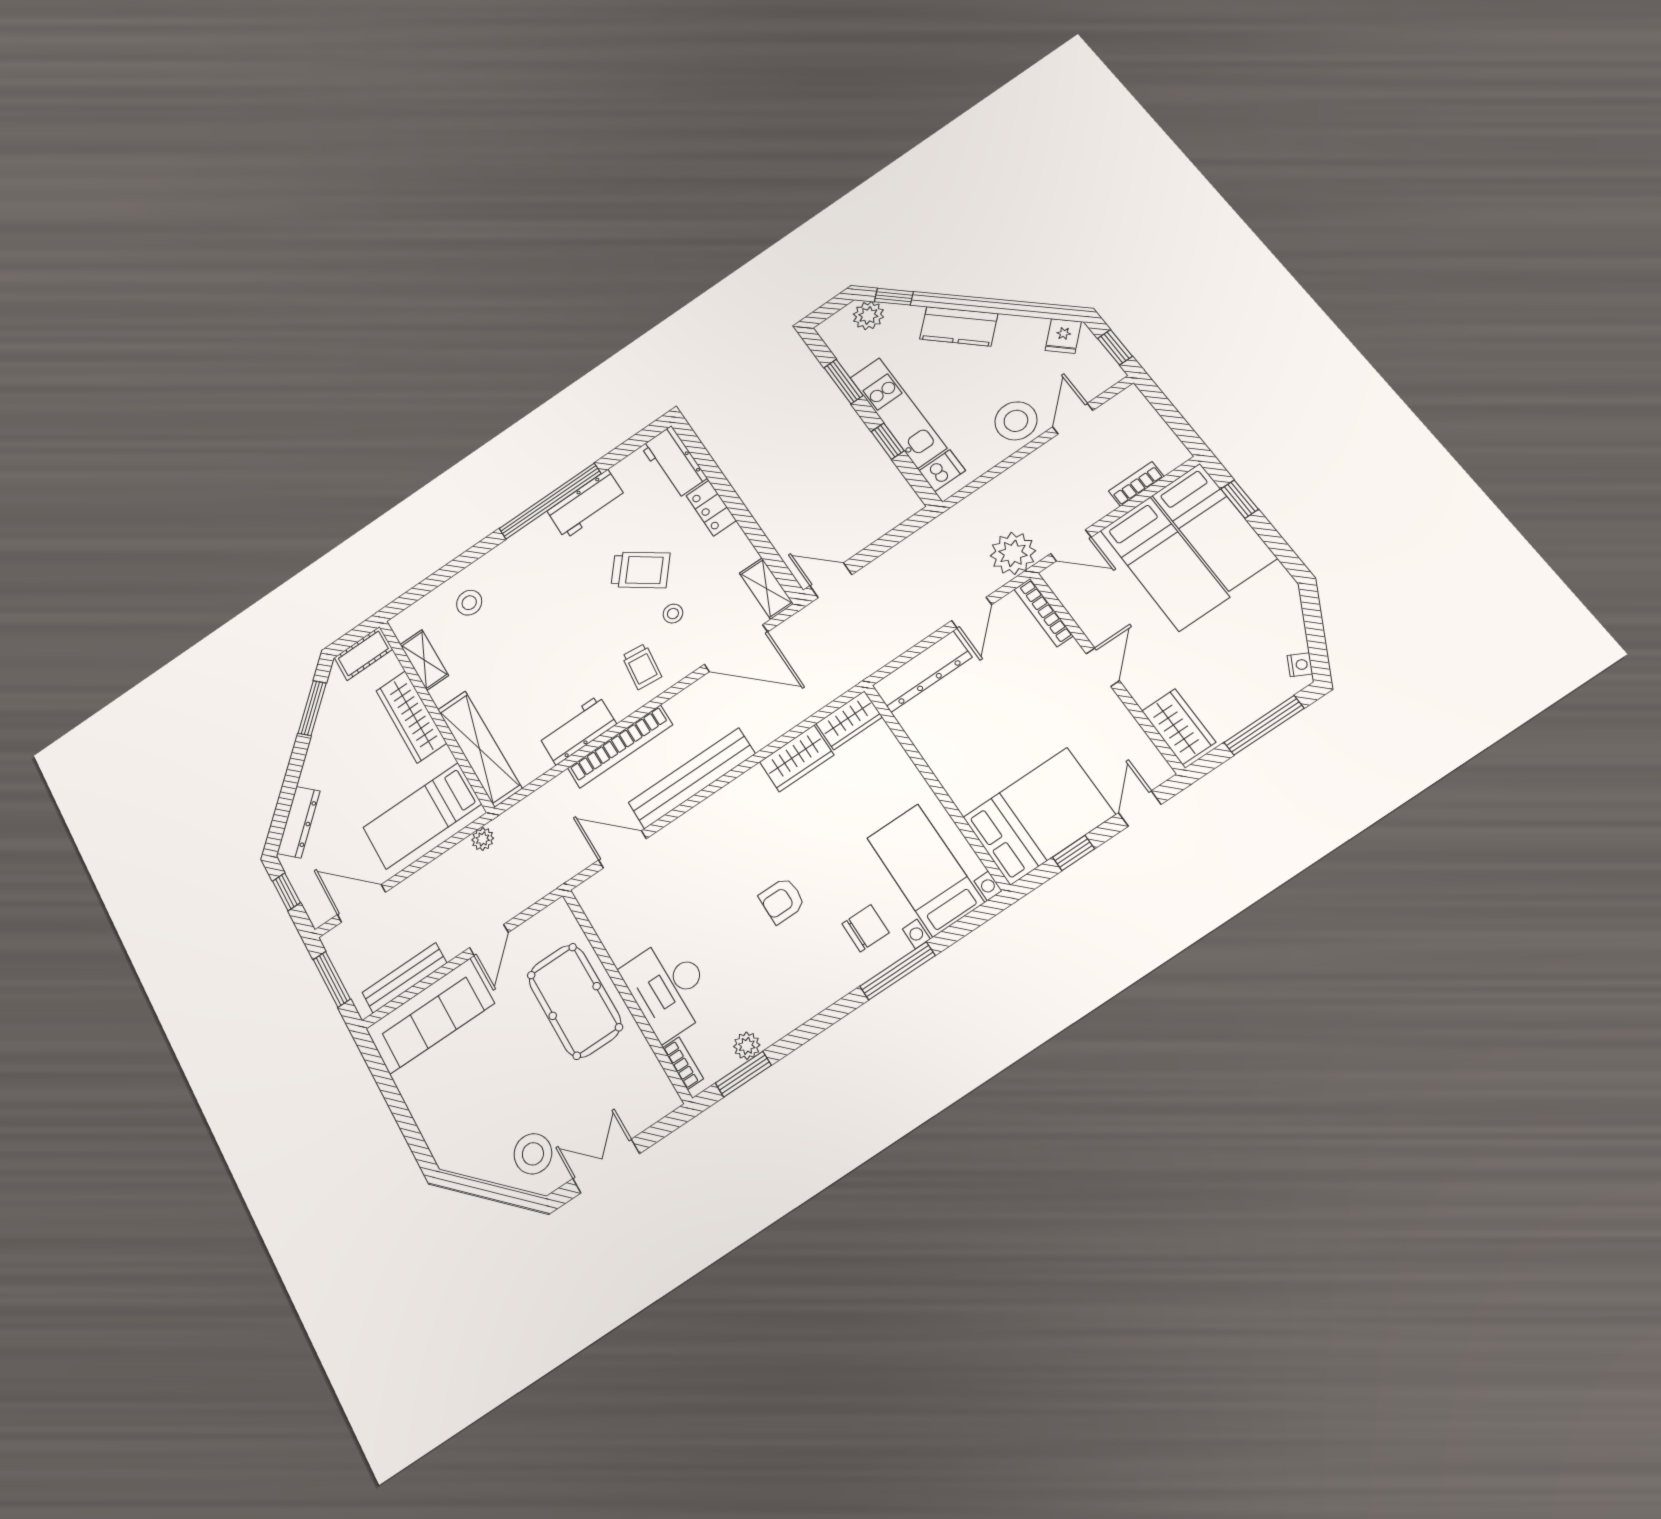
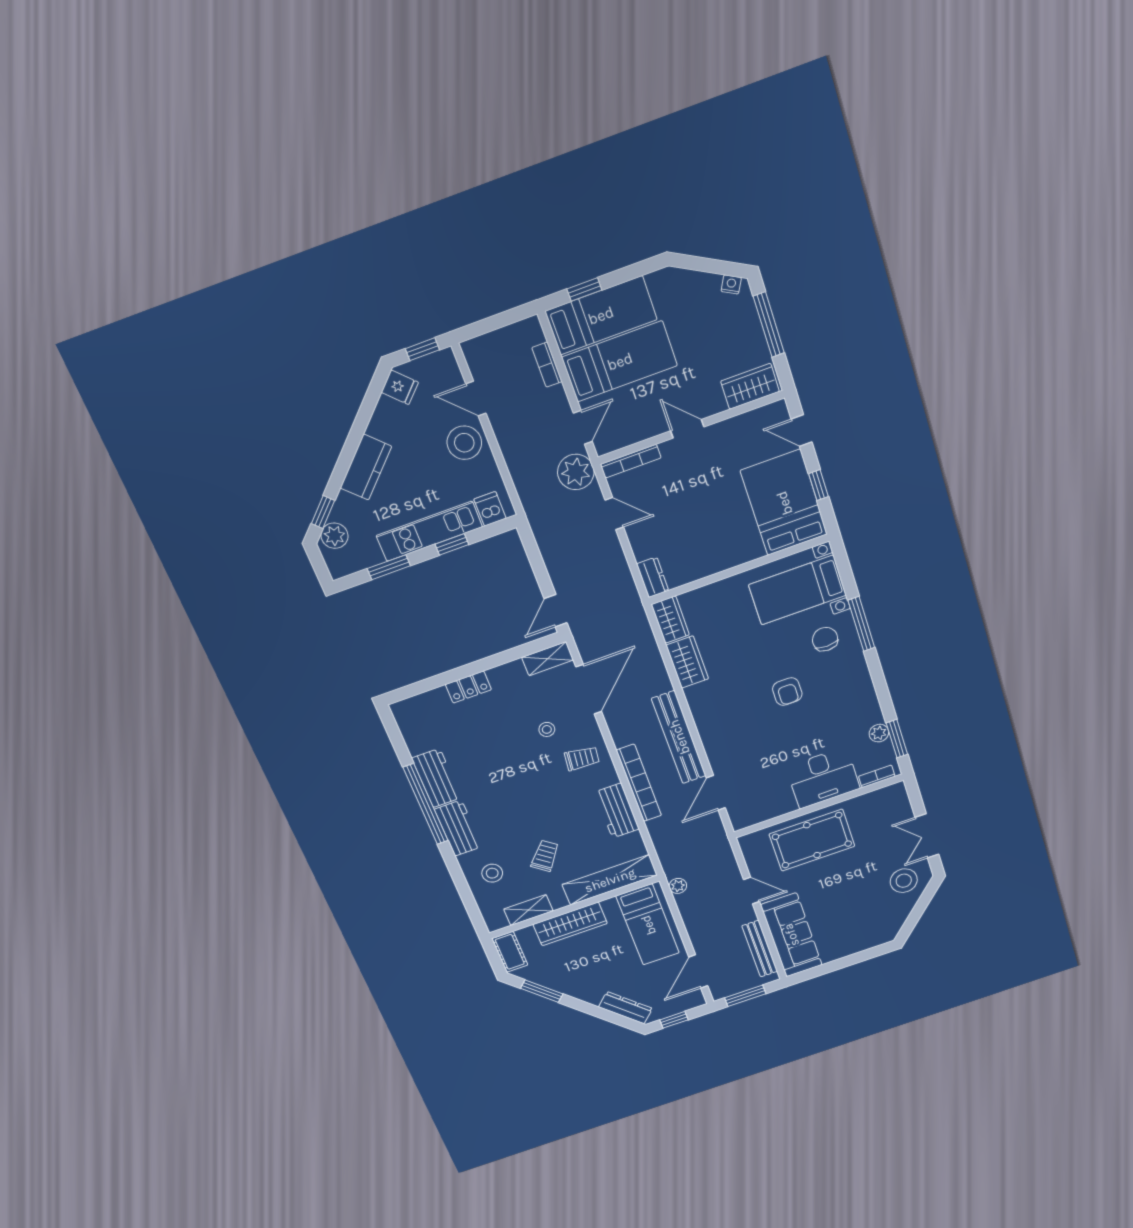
workbench: (674, 462) -> (458, 828), moved, turned -90
trolley: (640, 570) -> (545, 856), moved, width x0.73, depth x0.72
dresser: (922, 672) -> (653, 577), width x0.51, depth x0.80

